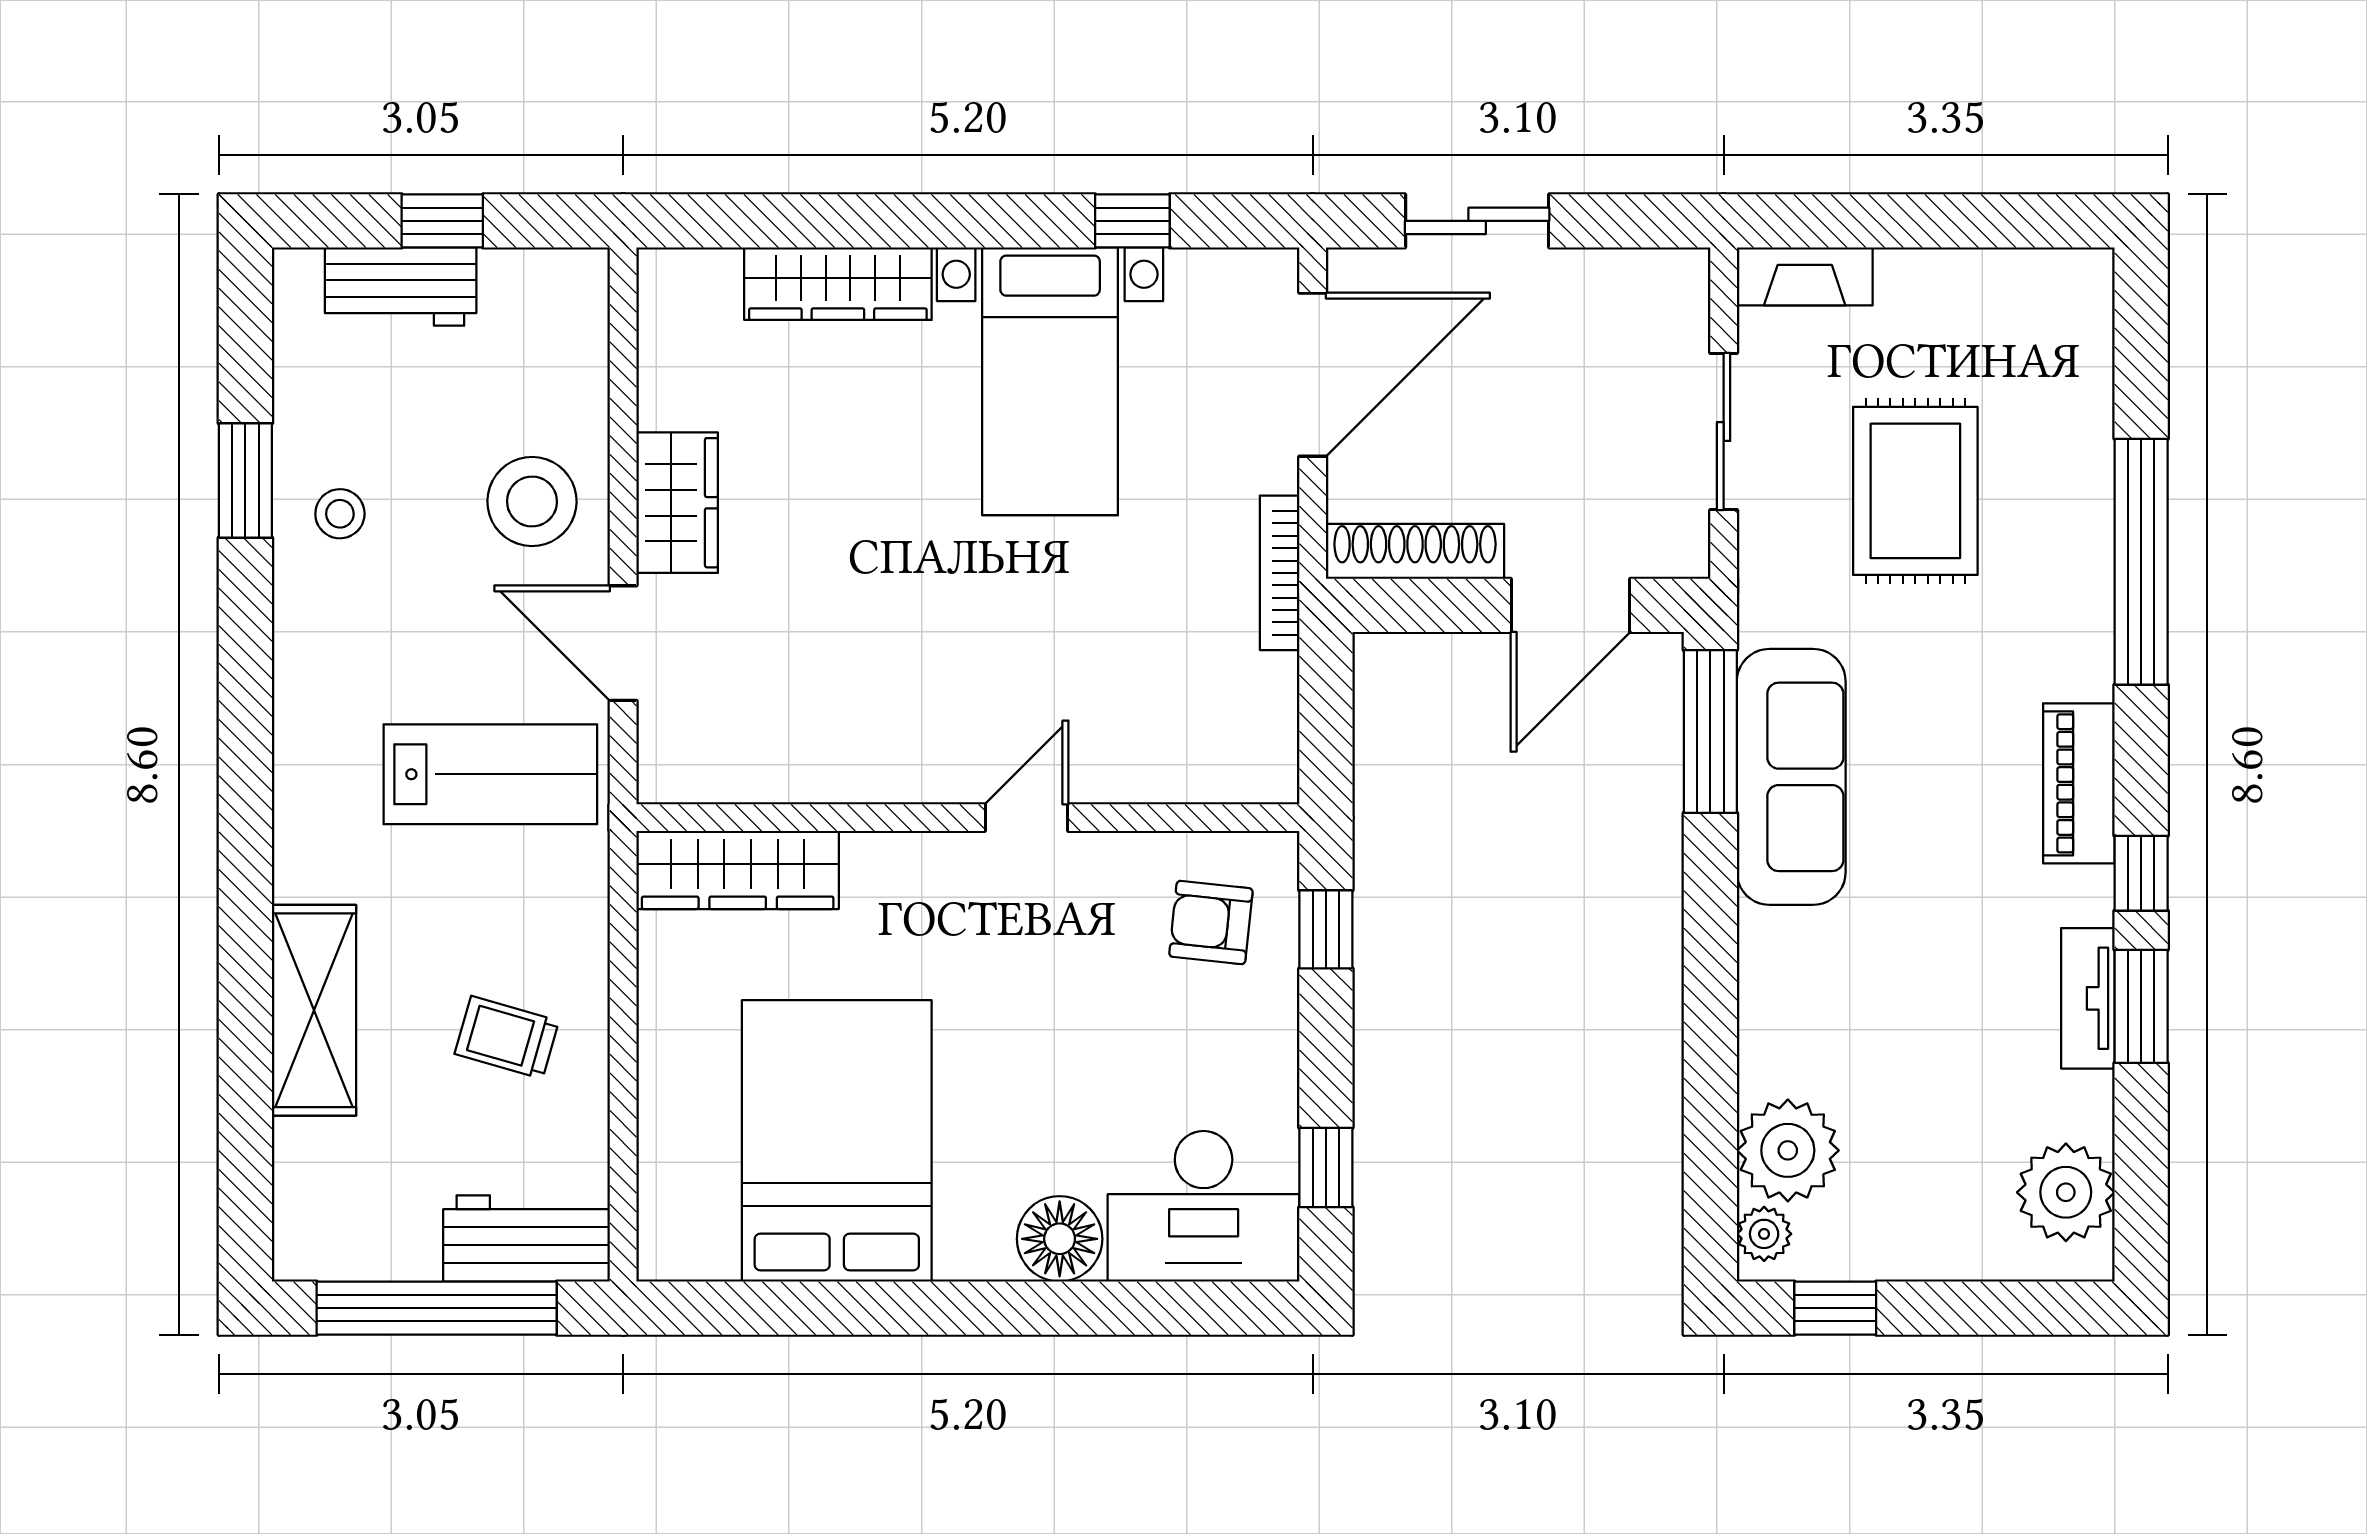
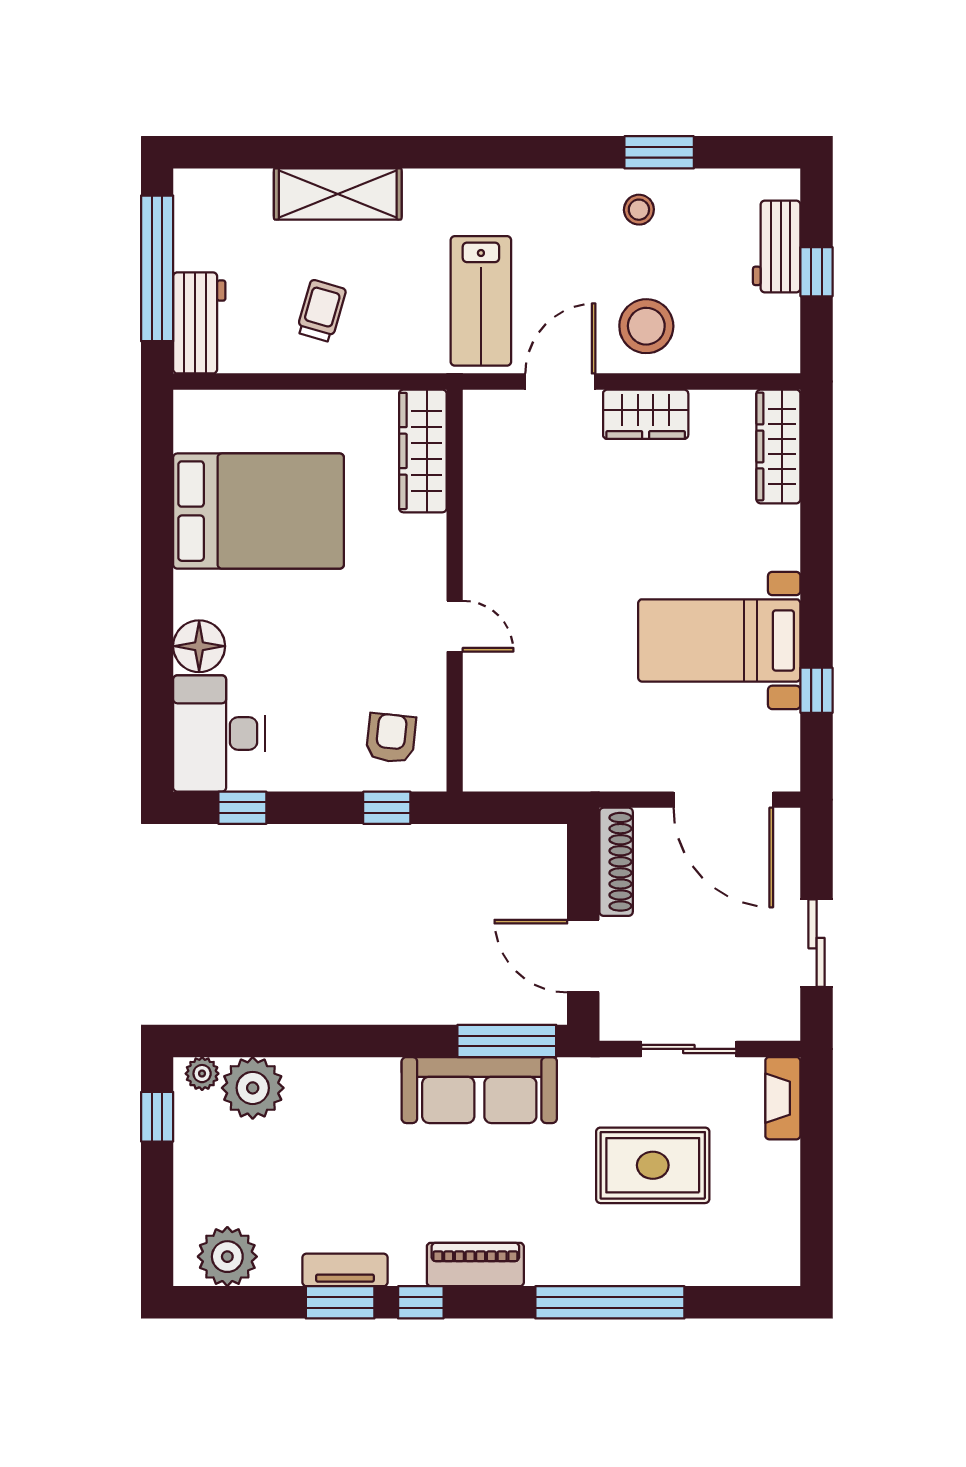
sliding door: (1477, 221) -> (817, 943), moved
wardrobe: (838, 284) -> (778, 446), moved
bookcase: (1280, 573) -> (603, 780), removed

